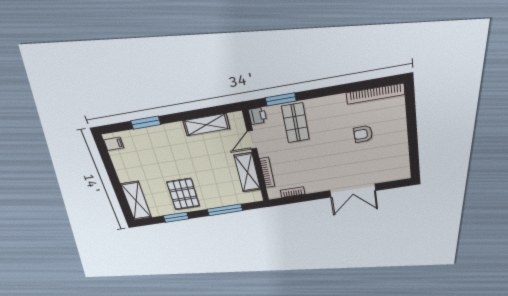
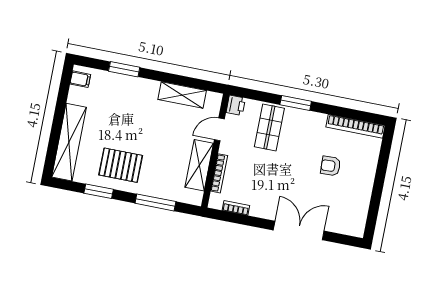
window: (281, 99) -> (296, 103), moved
double door: (353, 191) -> (299, 231), swing flipped
pallet: (183, 194) -> (121, 165), turned 90
shelving: (136, 201) -> (69, 142), width x1.47

